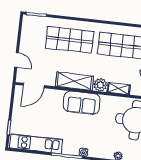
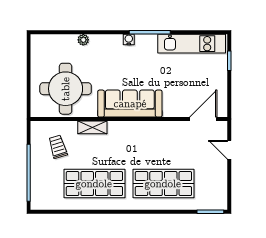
shelving: (75, 81) -> (151, 130), removed
plant: (100, 85) -> (117, 130), removed
sofa: (82, 103) -> (130, 104), width x1.36

